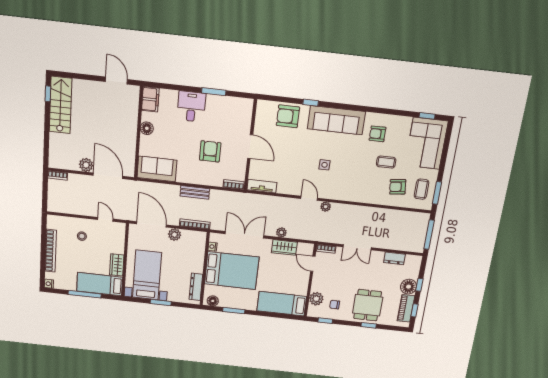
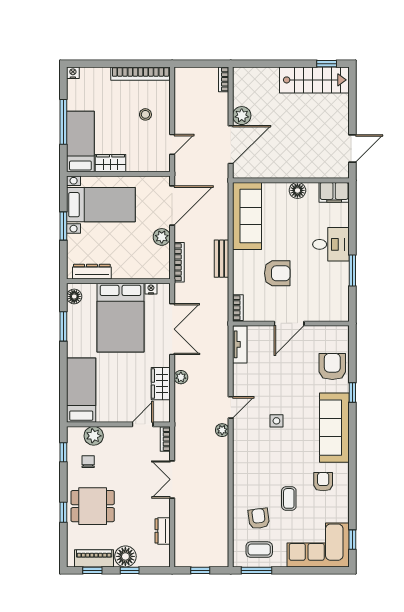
sofa: (157, 169) -> (247, 216), width x1.36
window: (429, 235) -> (200, 570), width x0.46
bookcase: (51, 251) -> (141, 74), moved

